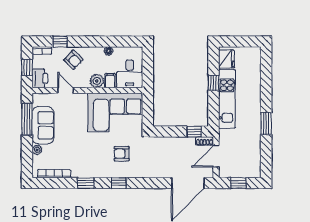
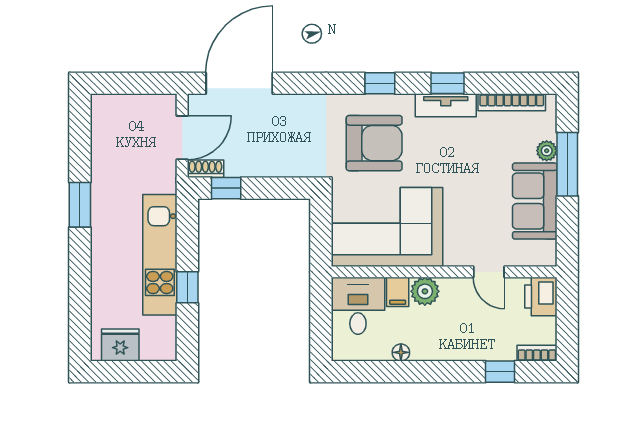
fridge: (226, 59) -> (120, 345), moved, turned 90
armchair: (73, 60) -> (473, 335), removed
window: (27, 67) -> (567, 319), removed
window: (27, 119) -> (567, 164), moved
armchair: (122, 154) -> (374, 143), width x1.88, depth x1.88
tv unit: (87, 172) -> (446, 105), added
window: (238, 183) -> (137, 83), removed

